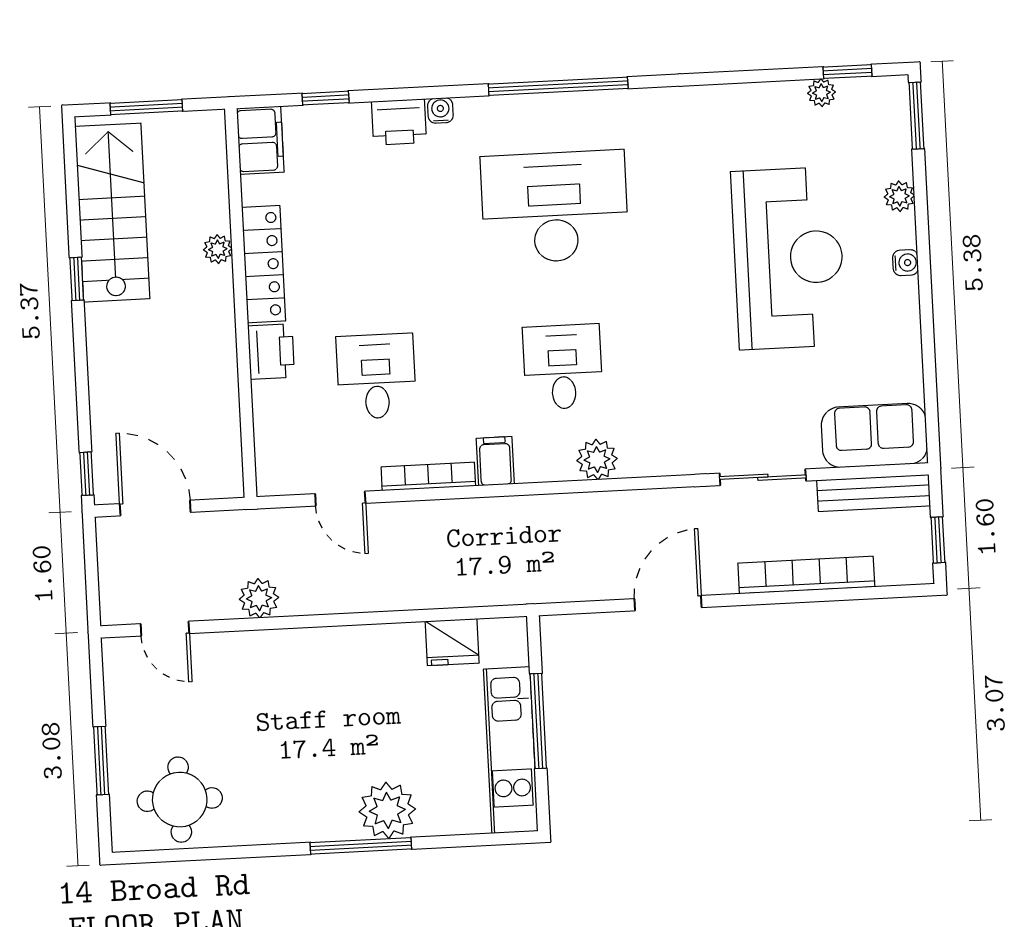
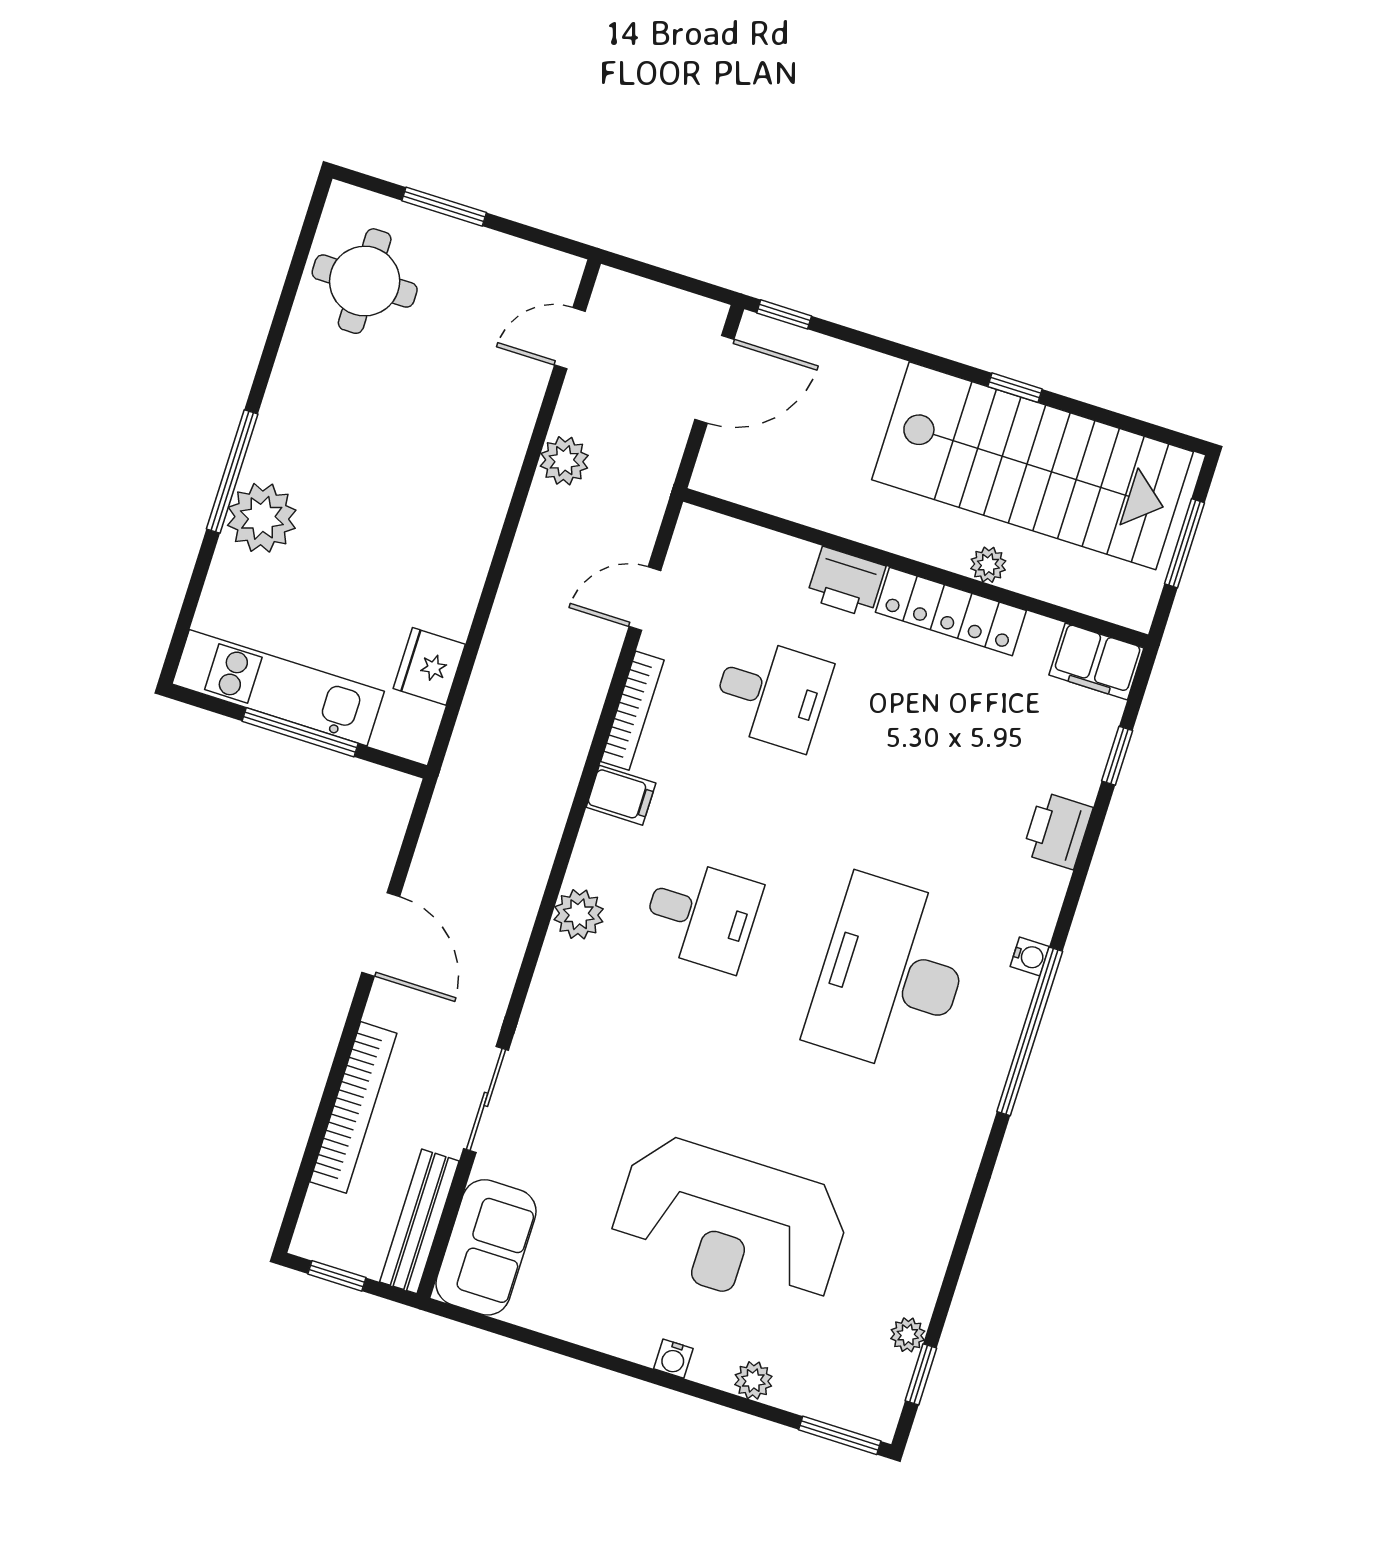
water cooler: (440, 110) -> (1030, 956), moved
desk: (555, 207) -> (891, 975), turned 180
stairs: (112, 213) -> (1033, 466), width x1.36, depth x1.51

